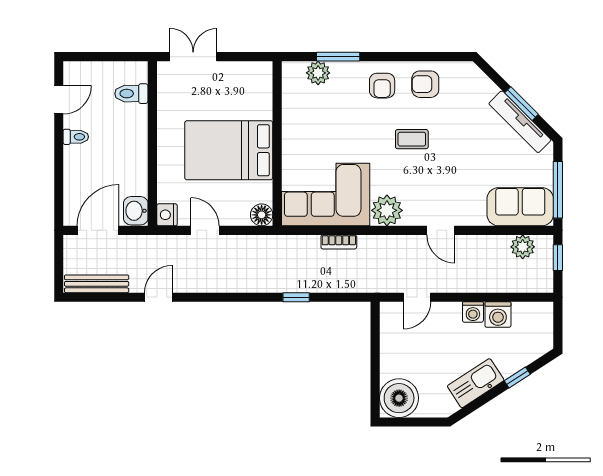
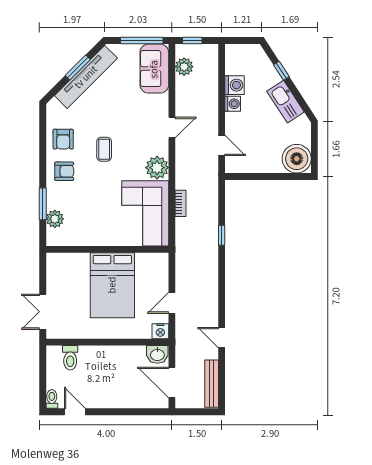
tv unit: (520, 122) -> (86, 77), width x1.36, depth x1.29
toilet: (76, 137) -> (52, 399), moved
floor lamp: (262, 215) -> (160, 261), removed

